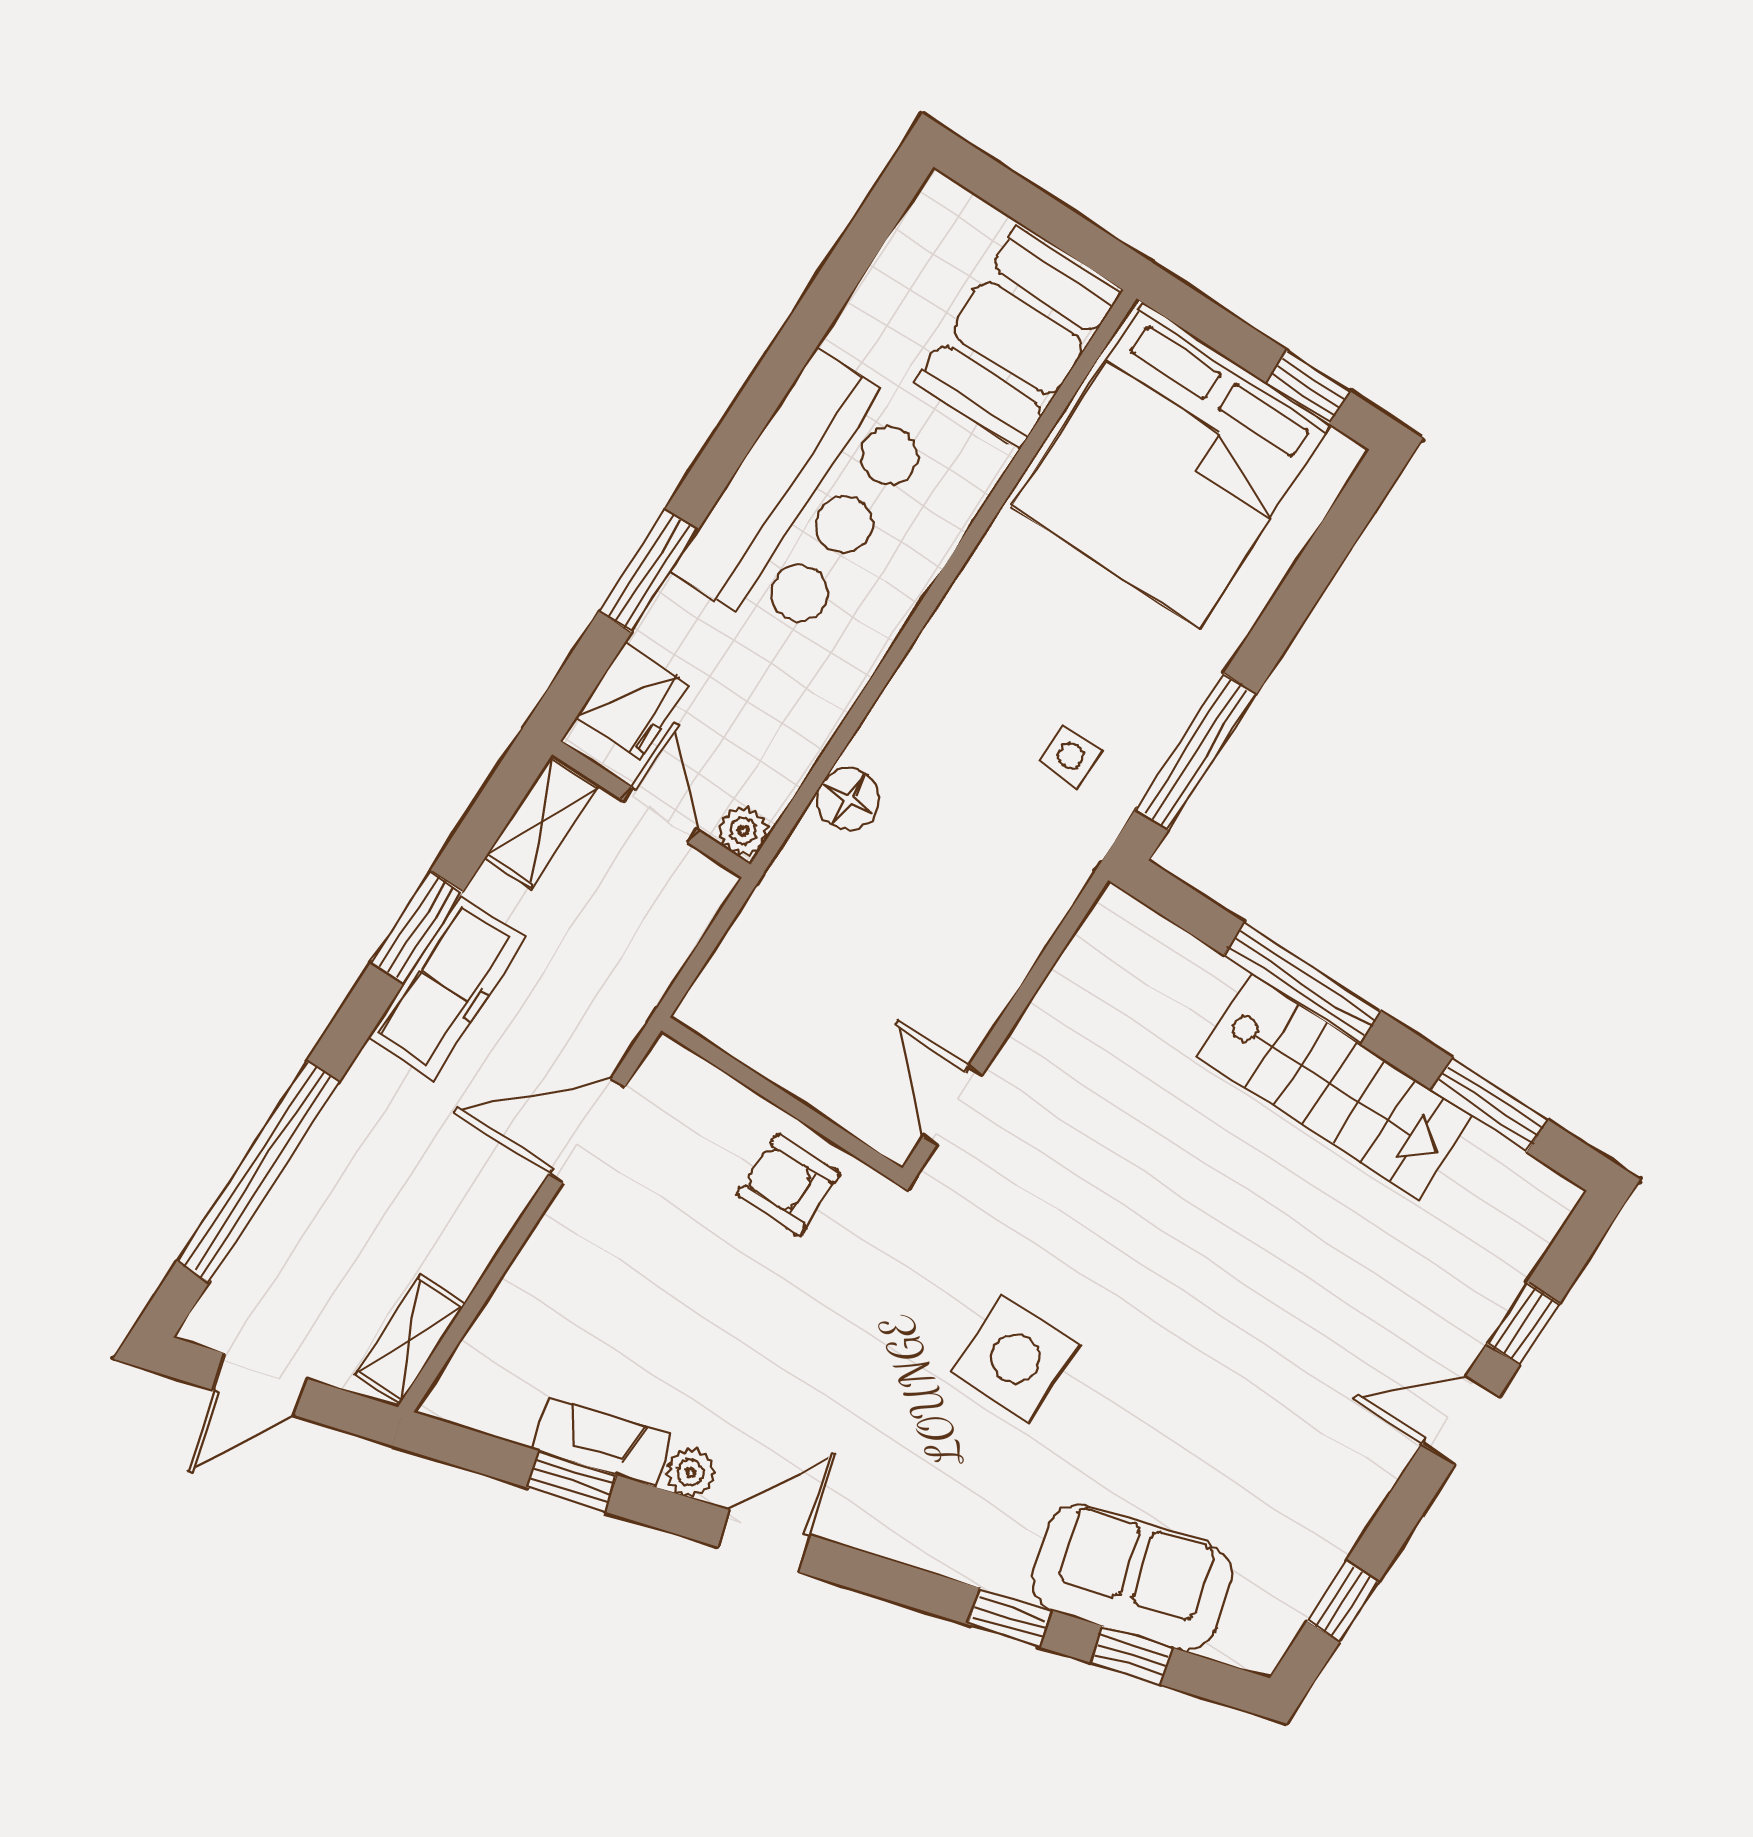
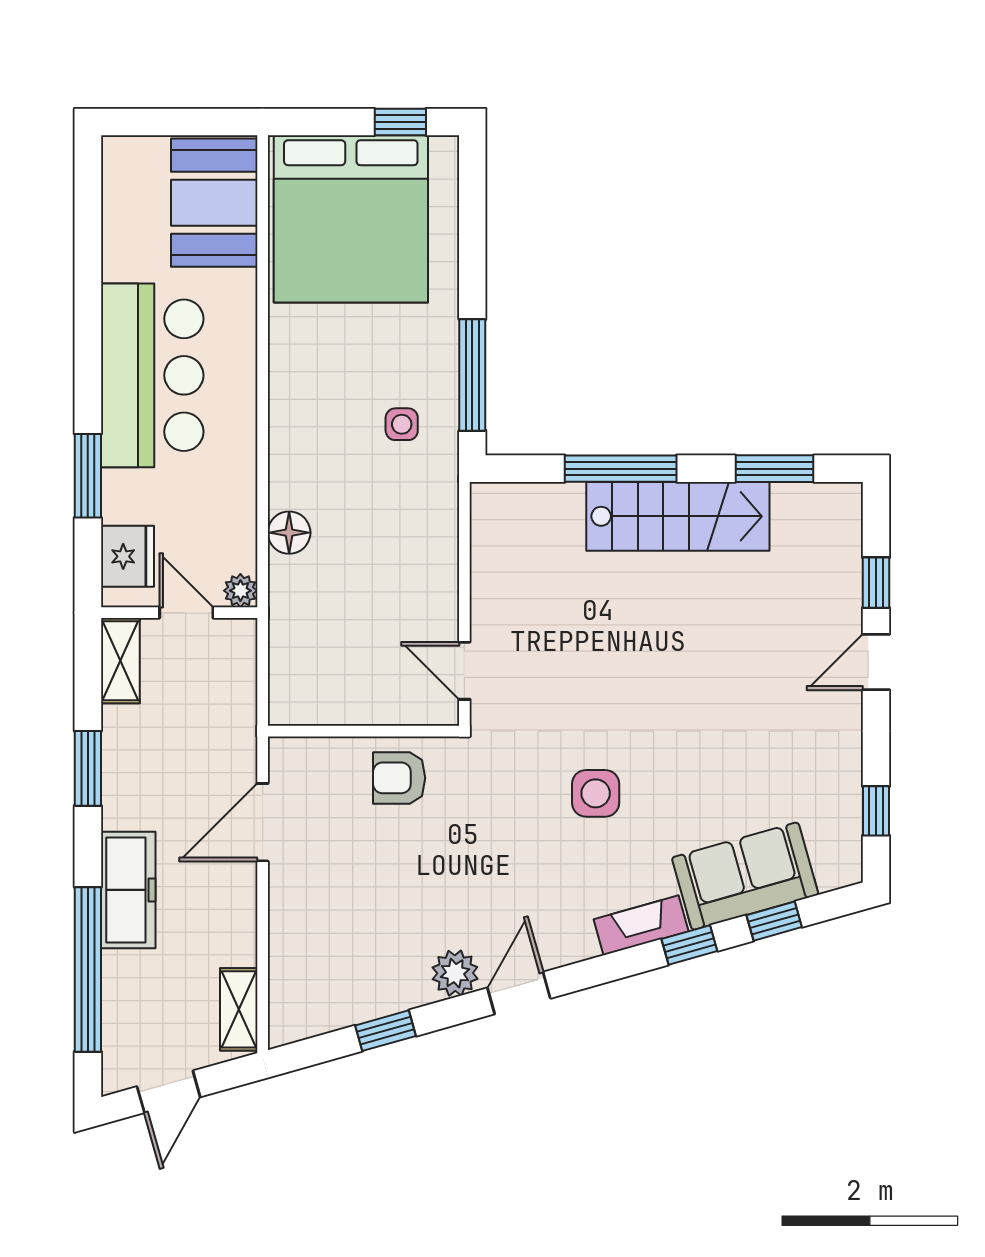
freezer: (447, 988) -> (128, 890), moved
side table: (1015, 1359) -> (596, 793), width x0.73, depth x0.73
fireplace: (602, 1442) -> (641, 925), moved
plant: (690, 1472) -> (455, 973), width x1.38, depth x1.38

